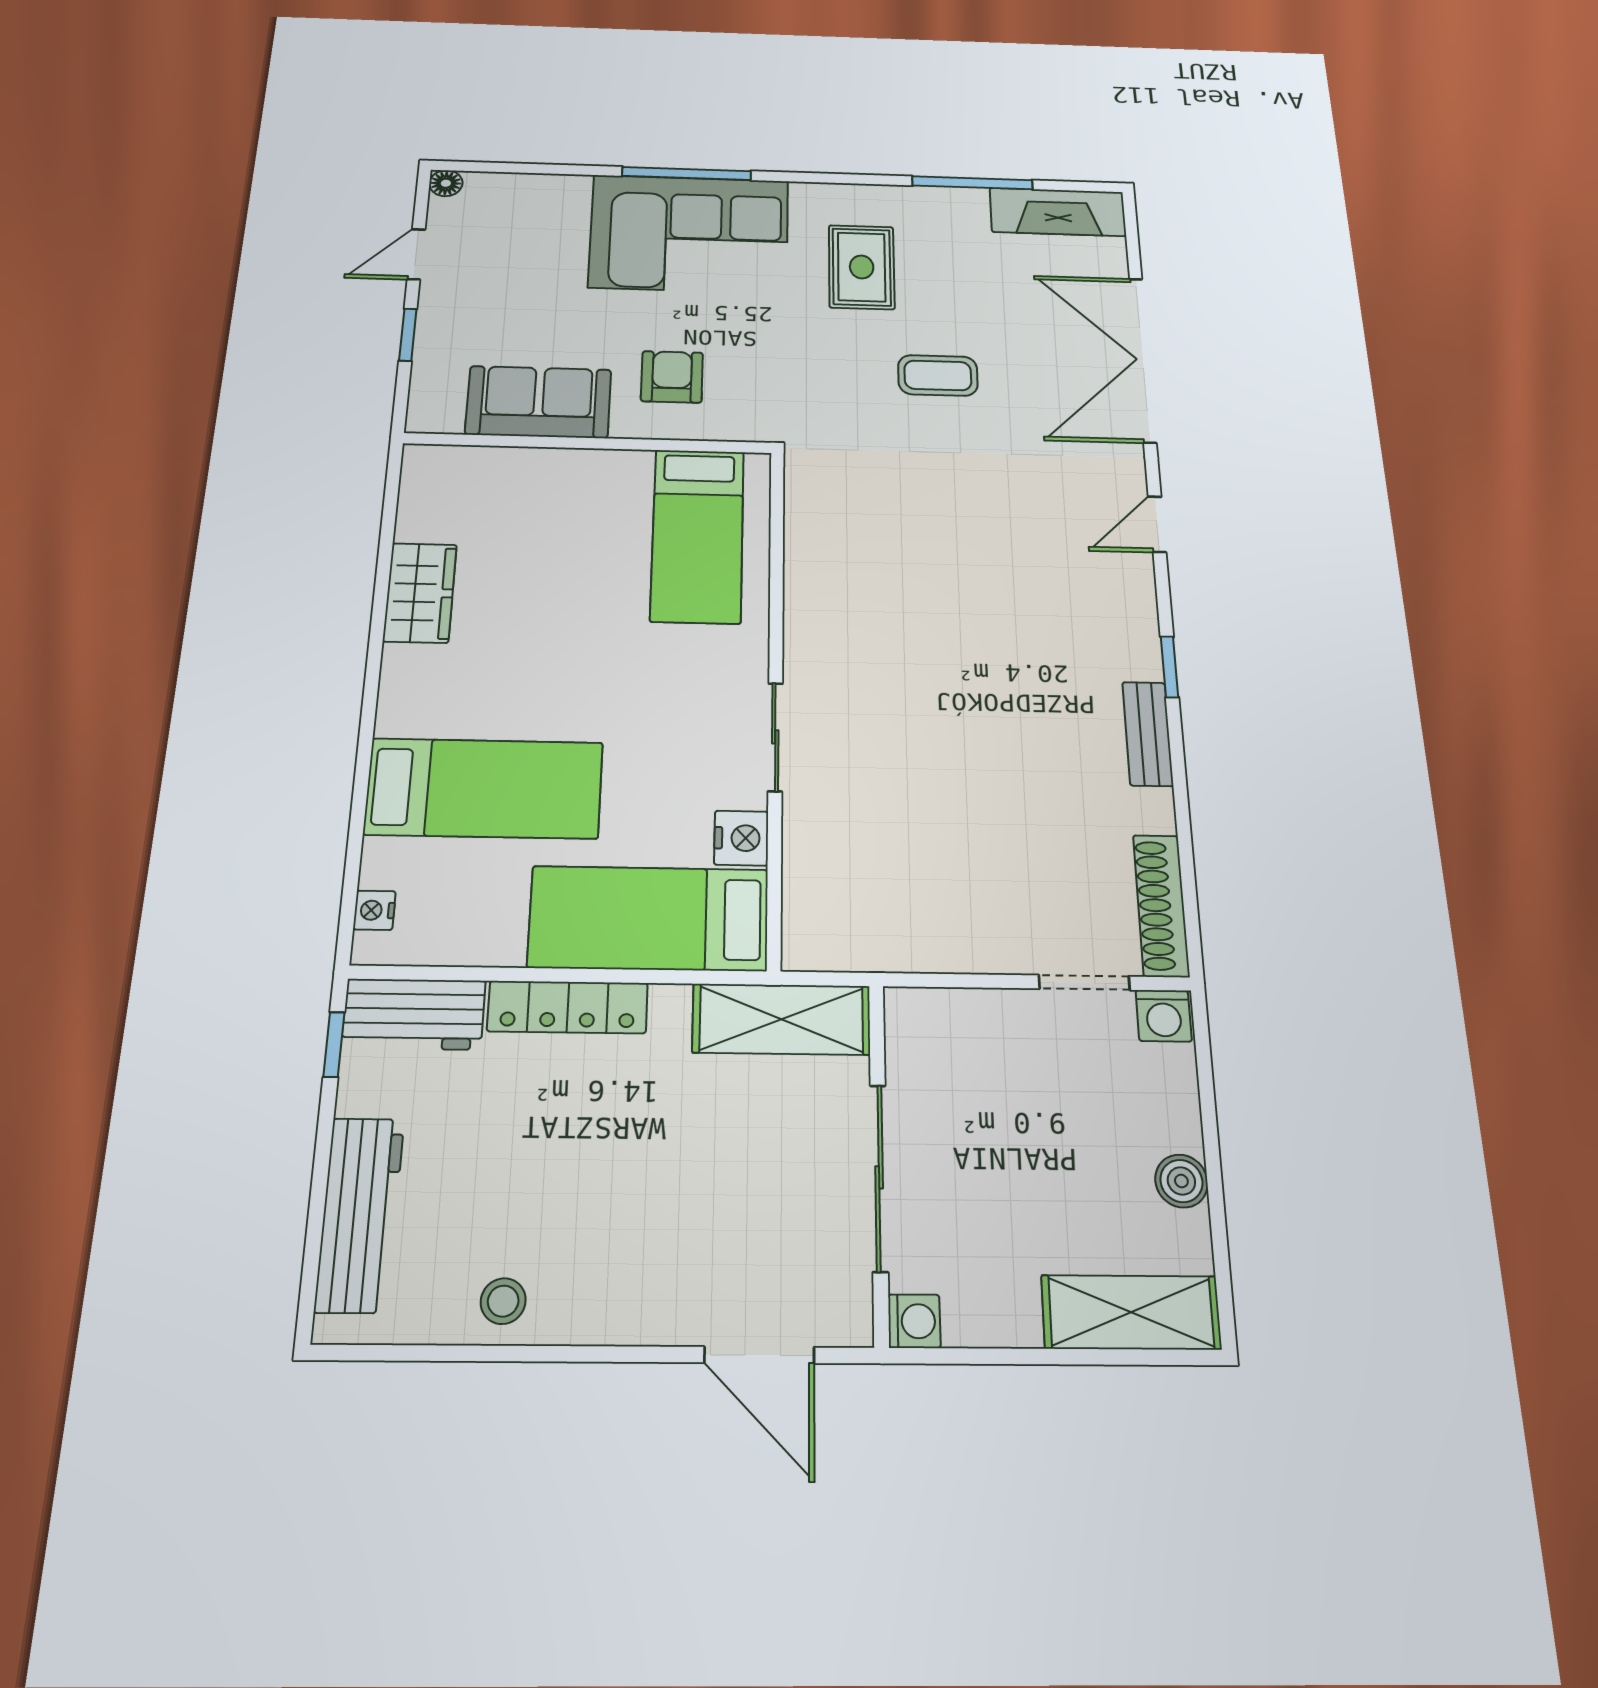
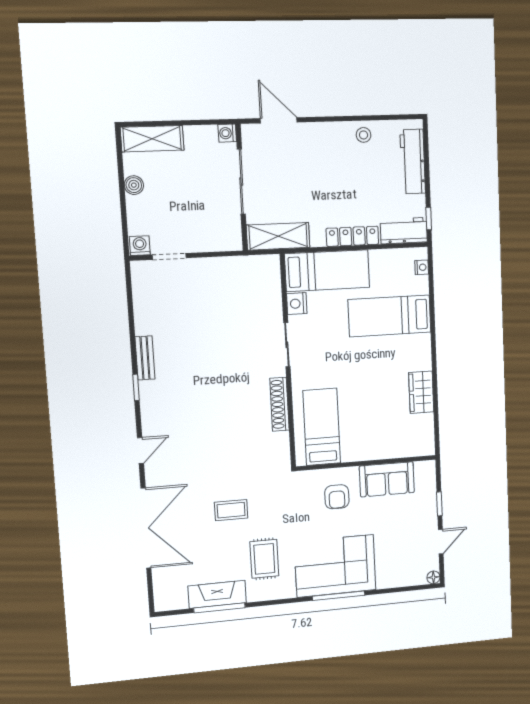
fireplace: (1058, 212) -> (217, 594), moved
shoe rack: (1161, 905) -> (279, 404), moved, turned 180

